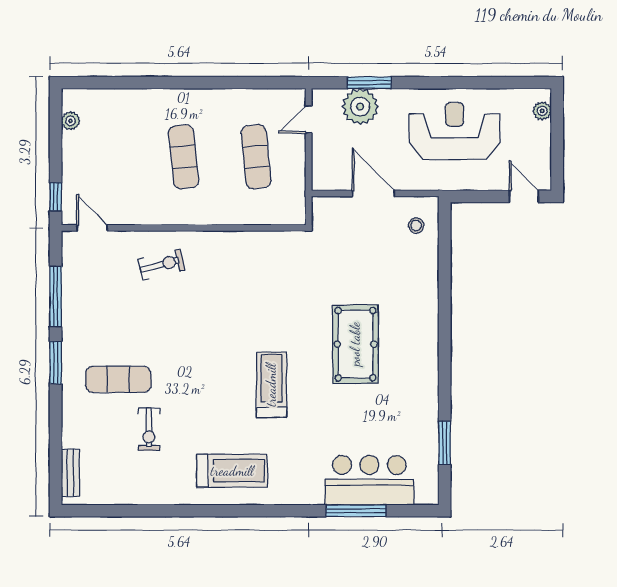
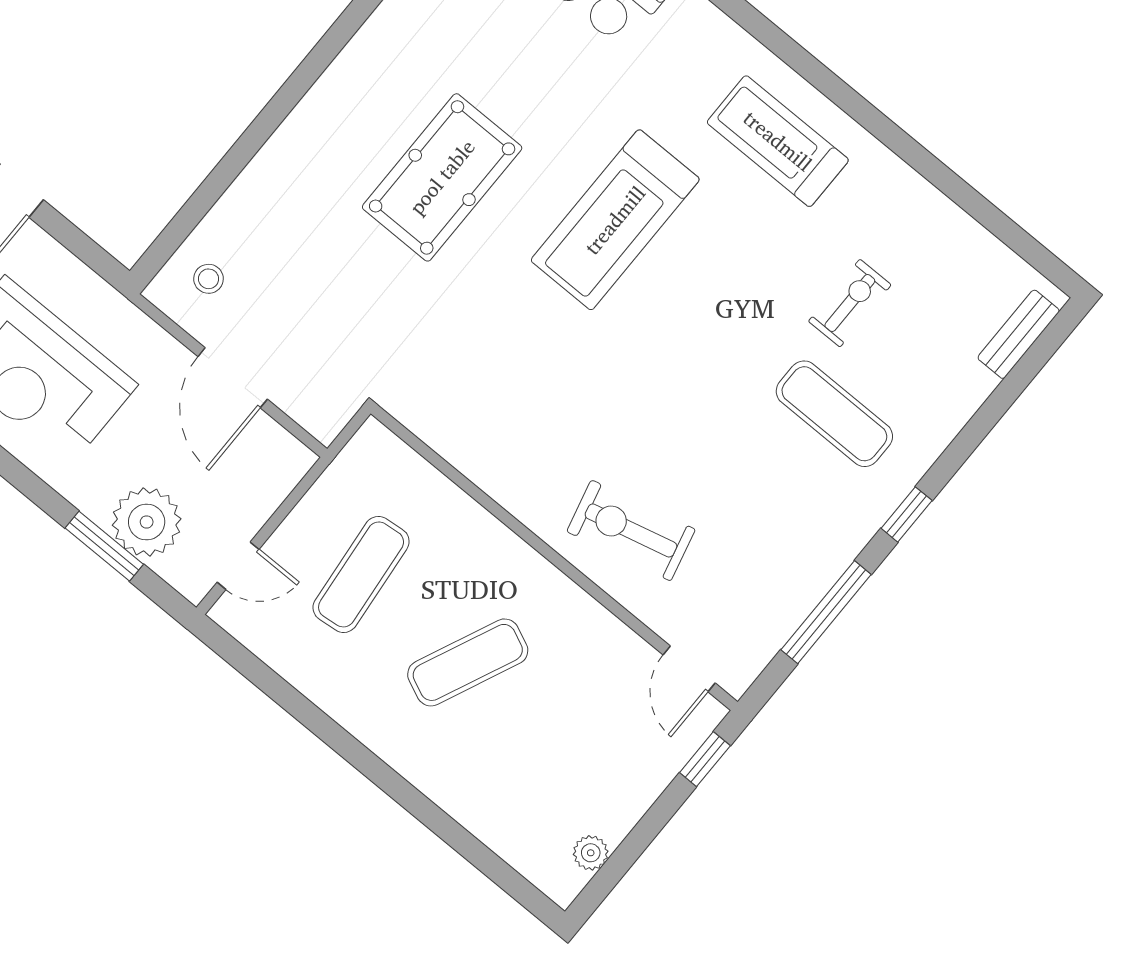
exercise mat: (184, 157) -> (468, 662), turned 30
exercise bike: (162, 264) -> (631, 530), width x1.38, depth x1.39
window: (56, 363) -> (907, 514), width x0.67
treadmill: (271, 385) -> (615, 220), width x1.37, depth x1.38

